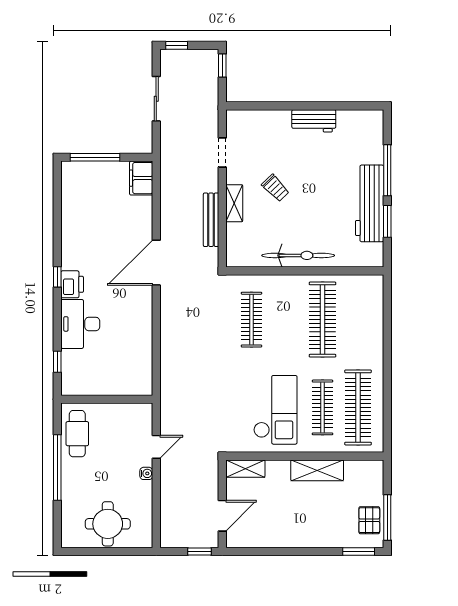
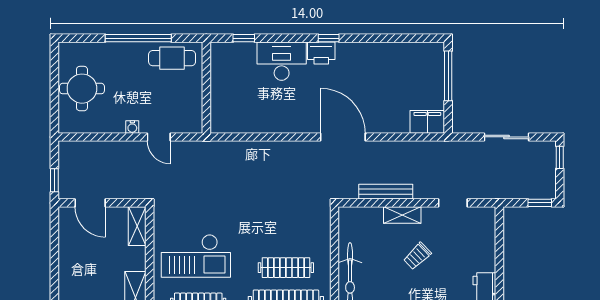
clothes rail: (251, 320) -> (286, 268), moved

